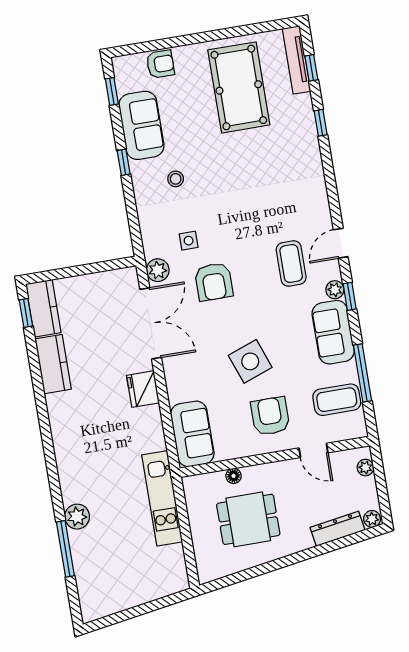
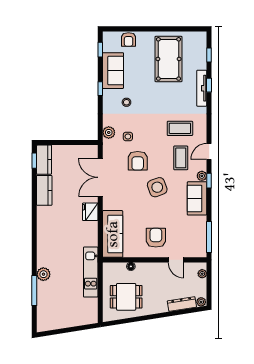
tv unit: (296, 60) -> (202, 88), moved
armchair: (160, 64) -> (129, 39), turned 90
plant: (158, 270) -> (109, 132), moved
double door: (151, 323) -> (100, 177), swing flipped
side table: (250, 361) -> (157, 187), moved
window: (362, 373) -> (209, 237), moved
coffee table: (337, 400) -> (180, 128), moved
sofa: (192, 434) -> (113, 234), width x1.36
dining table: (248, 519) -> (126, 297), moved

